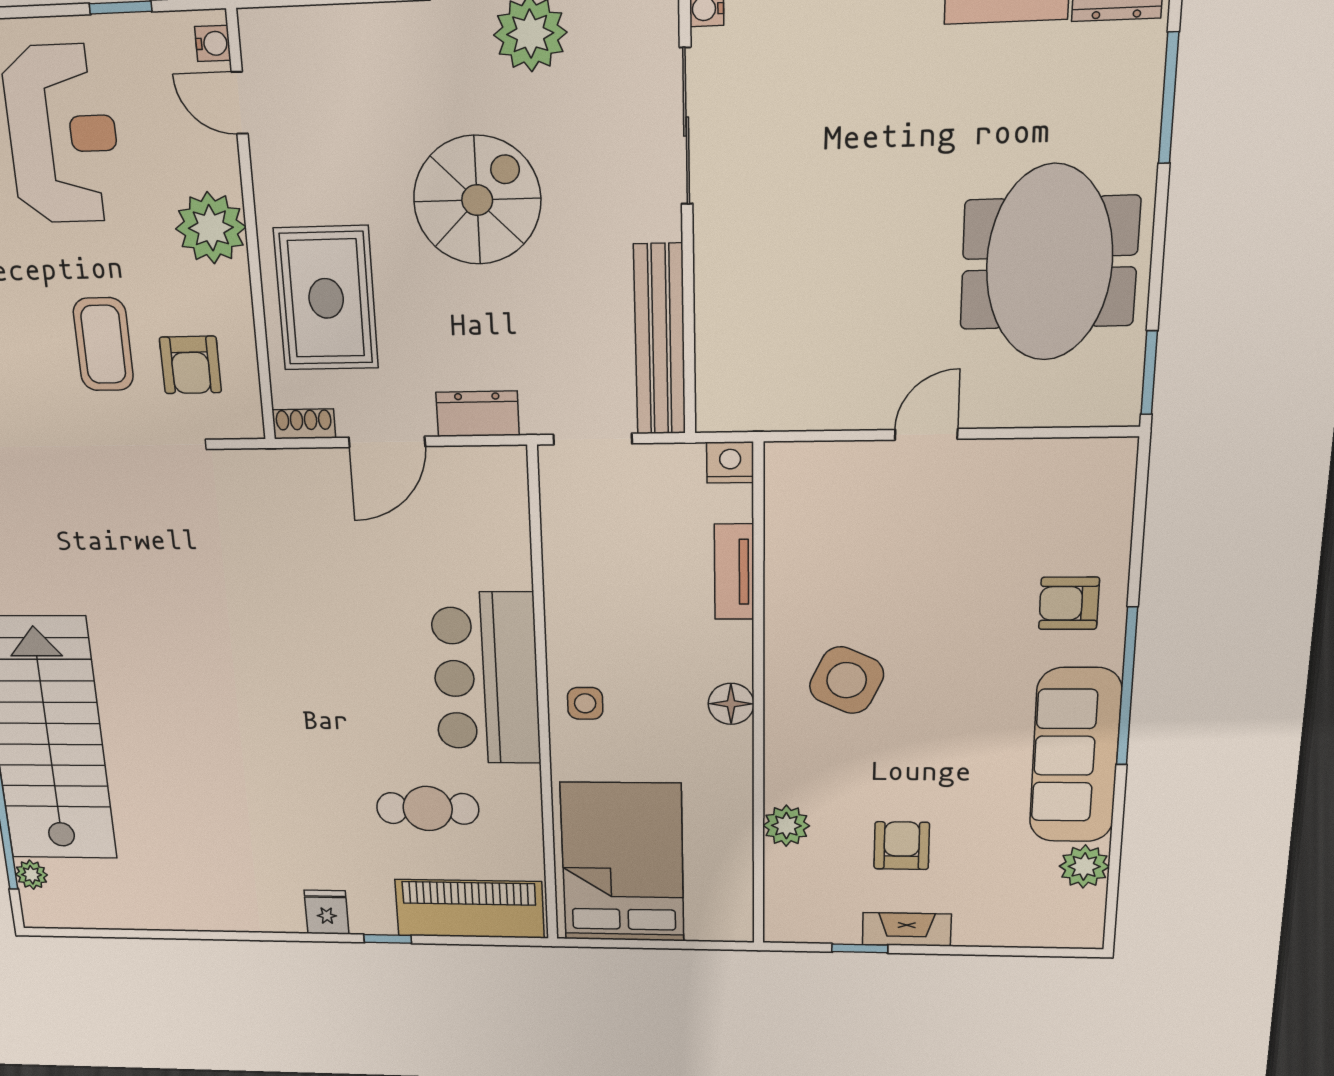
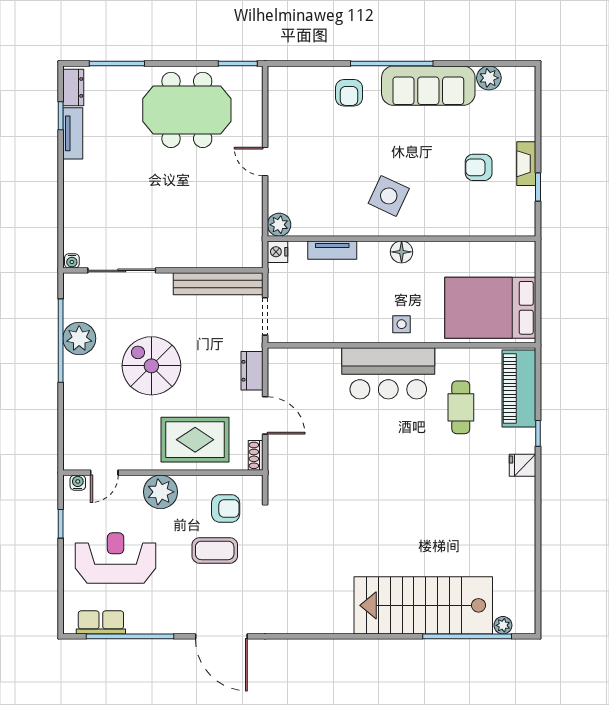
plant: (786, 826) -> (279, 225), moved

